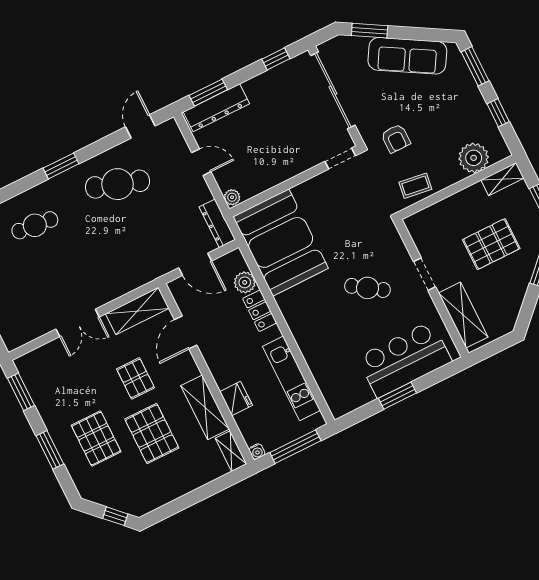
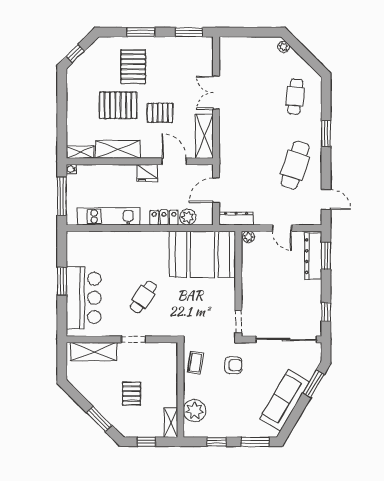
armchair: (396, 138) -> (233, 365), turned 180
door: (201, 162) -> (282, 228), hinge flipped
pallet: (491, 244) -> (132, 394), width x0.67, depth x0.71
fridge: (236, 398) -> (147, 173), moved
pallet: (96, 439) -> (133, 67), turned 90

